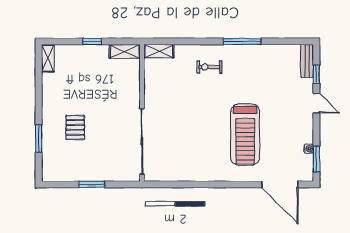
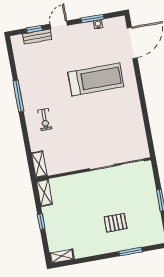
bench: (307, 61) -> (37, 37), moved
window: (316, 159) -> (93, 19), moved

